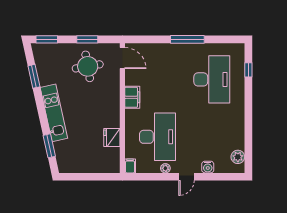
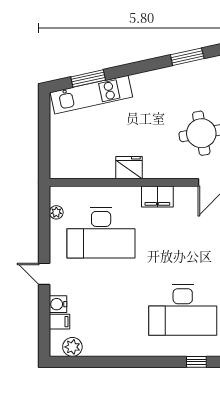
kitchen unit: (54, 113) -> (91, 95), moved
fridge: (112, 137) -> (129, 168), moved
filing cabinet: (130, 166) -> (60, 322), moved
plant: (165, 168) -> (56, 212), moved

